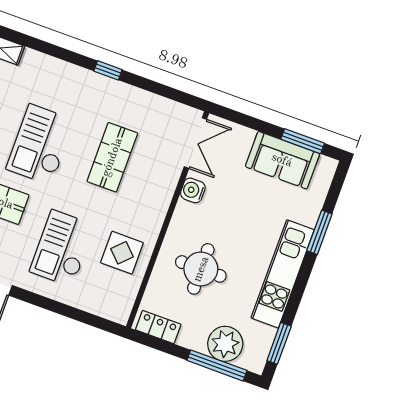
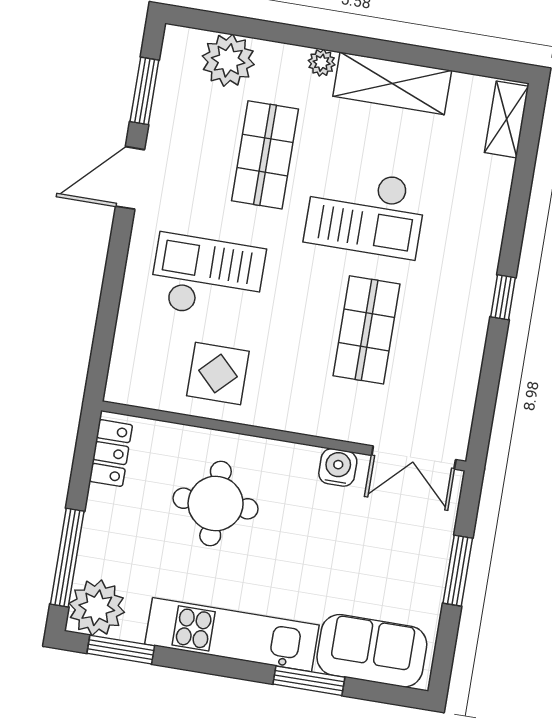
window: (303, 141) -> (458, 571), moved
checkout: (40, 144) -> (365, 212), turned 180
shop shelf: (112, 157) -> (366, 330), turned 90
sofa: (282, 160) -> (372, 651), moved, turned 90
plant: (225, 344) -> (97, 608), moved

